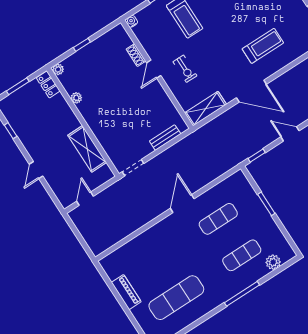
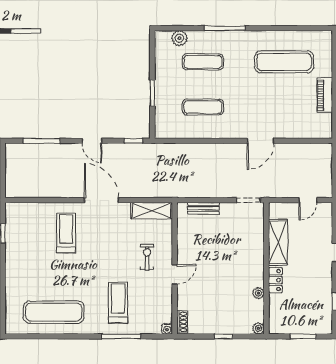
treadmill: (263, 46) -> (66, 233), turned 90
shoe rack: (136, 55) -> (182, 322), moved
locker: (48, 84) -> (275, 280), moved
door: (182, 204) -> (260, 141), moved

